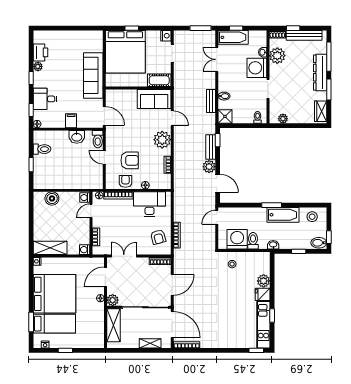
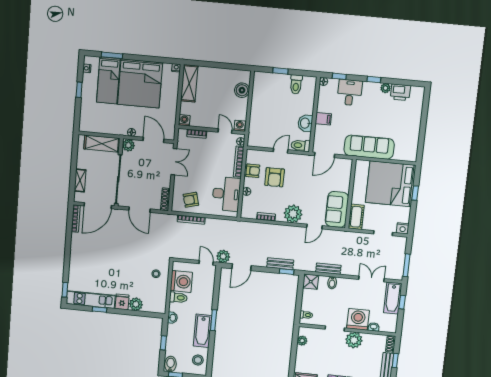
plant: (277, 56) -> (354, 340), moved
plant: (209, 167) -> (223, 256), moved

